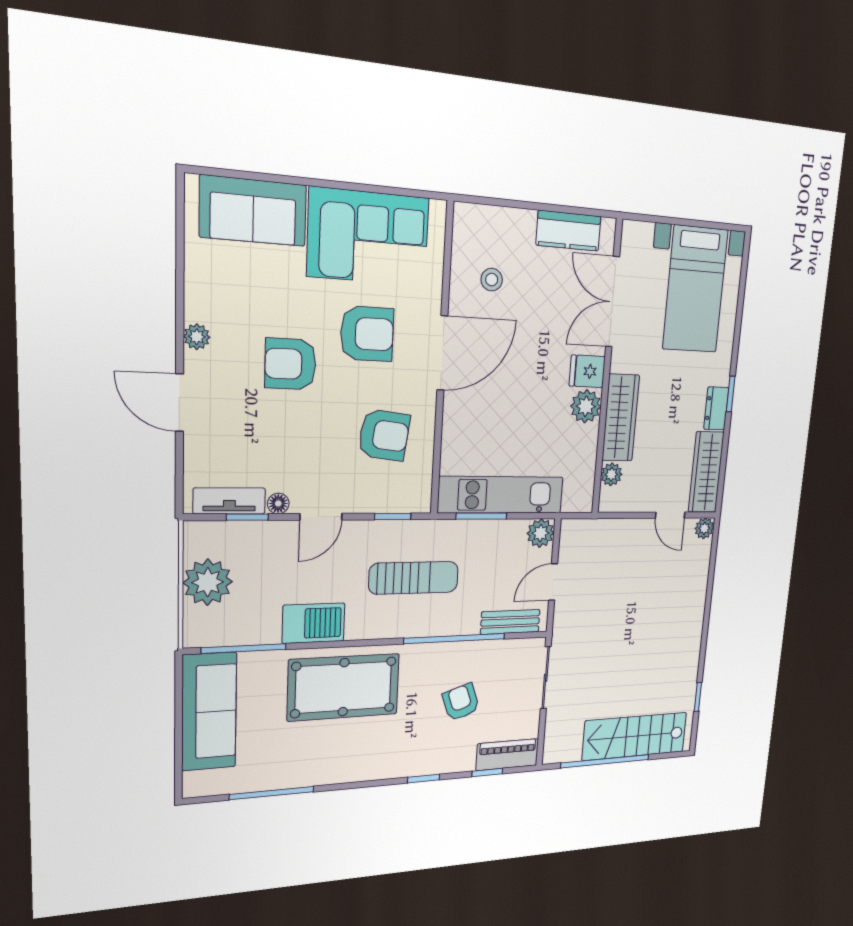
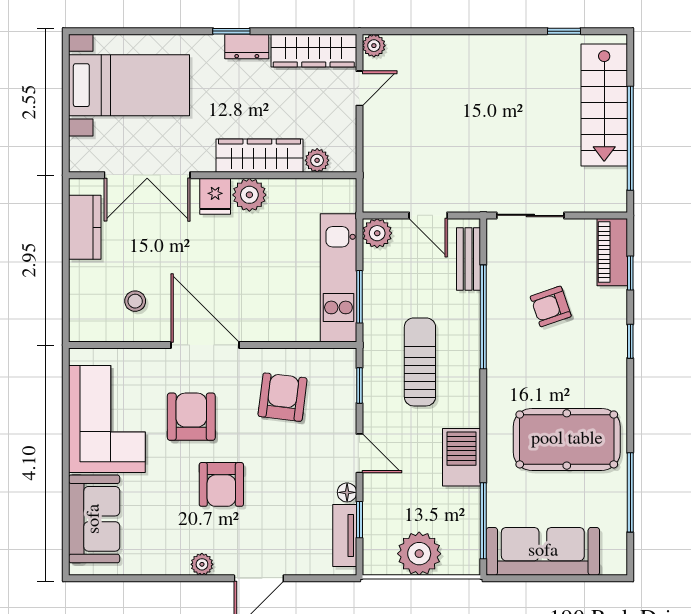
pool table: (344, 687) -> (567, 439), moved, turned 90

